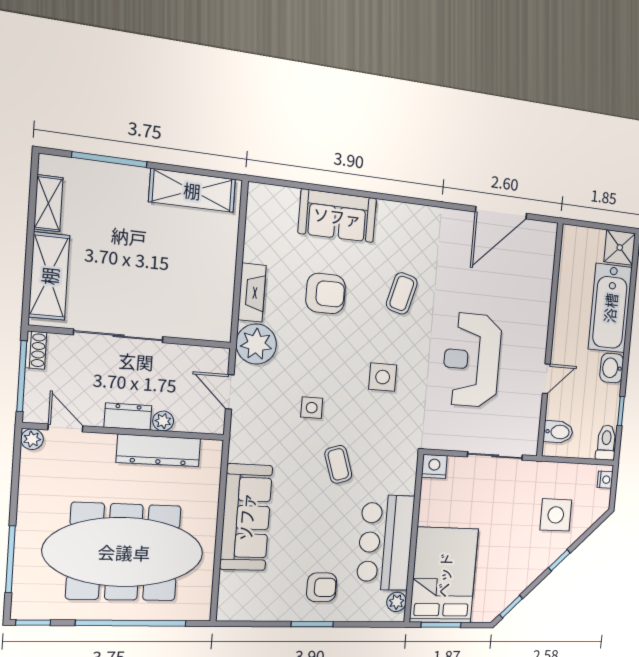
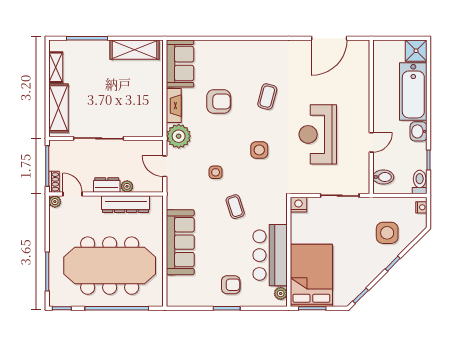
sofa: (337, 216) -> (180, 64), moved, turned -90
shoe rack: (36, 350) -> (54, 182), moved

